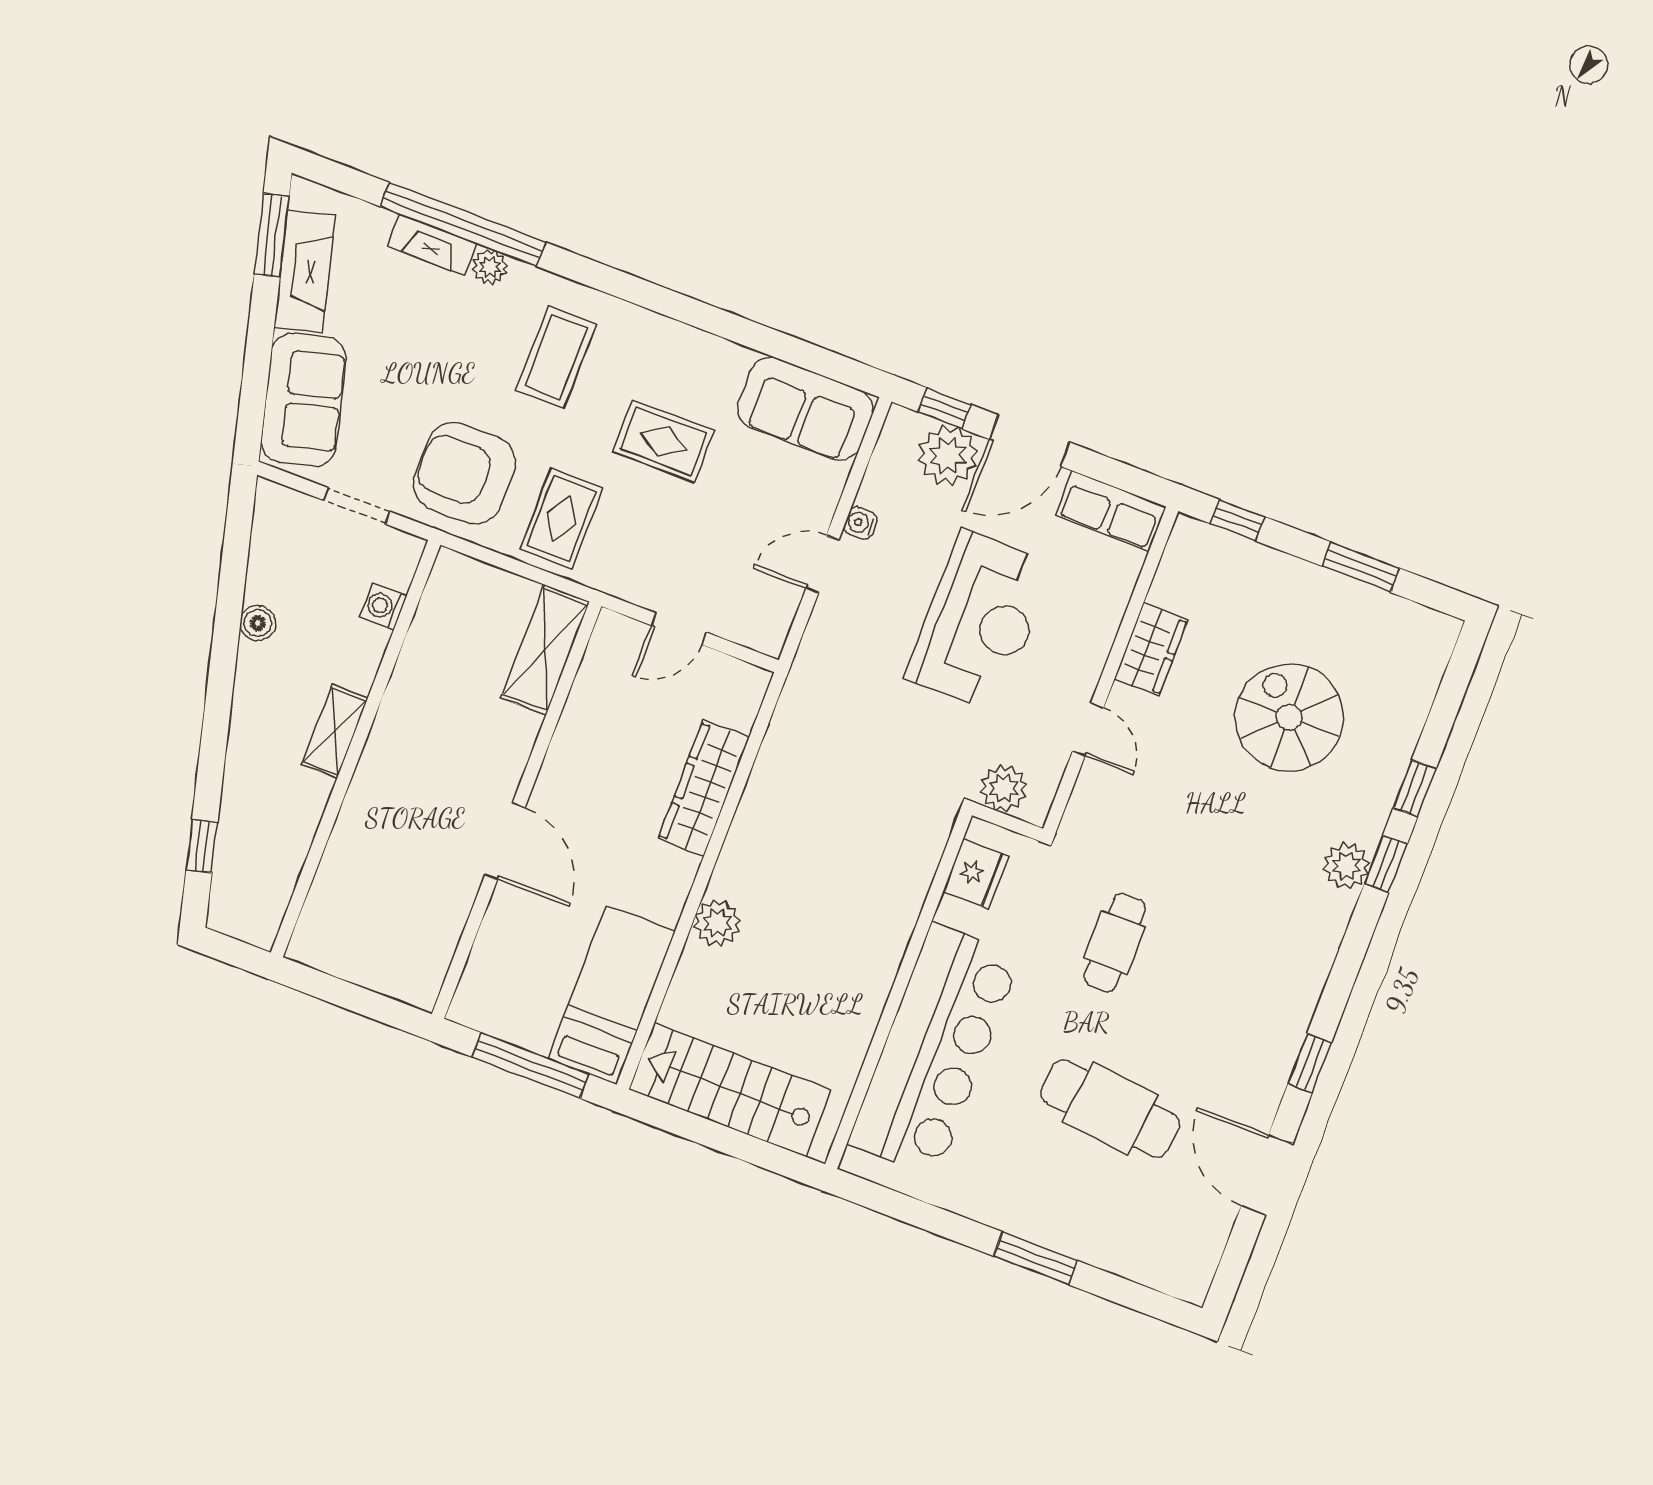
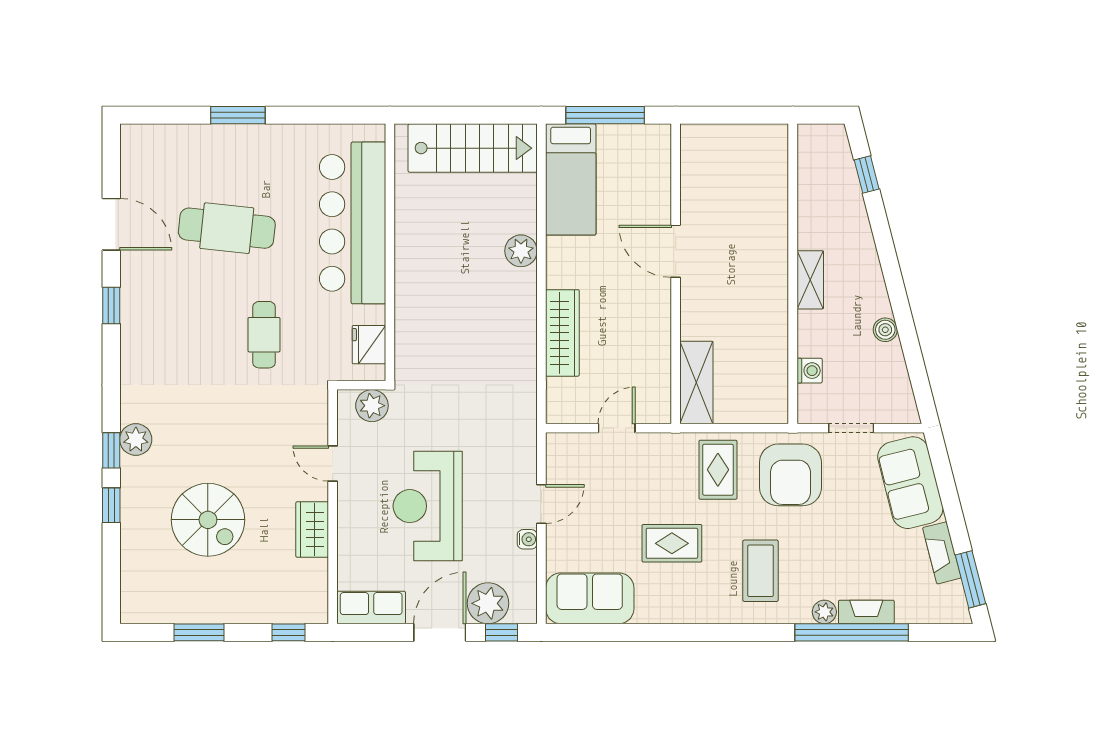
fireplace: (305, 271) -> (942, 553), width x0.73, depth x0.76
armchair: (464, 473) -> (790, 475), turned 90

